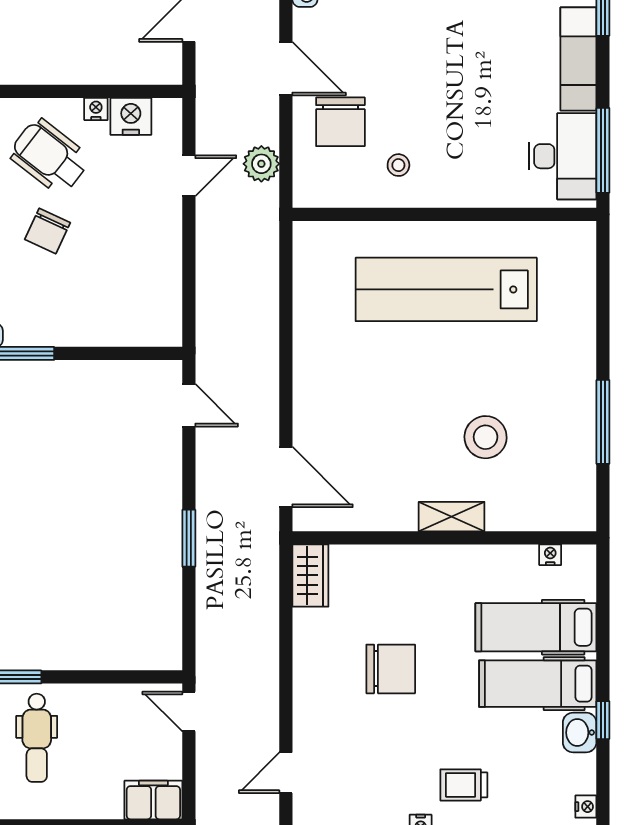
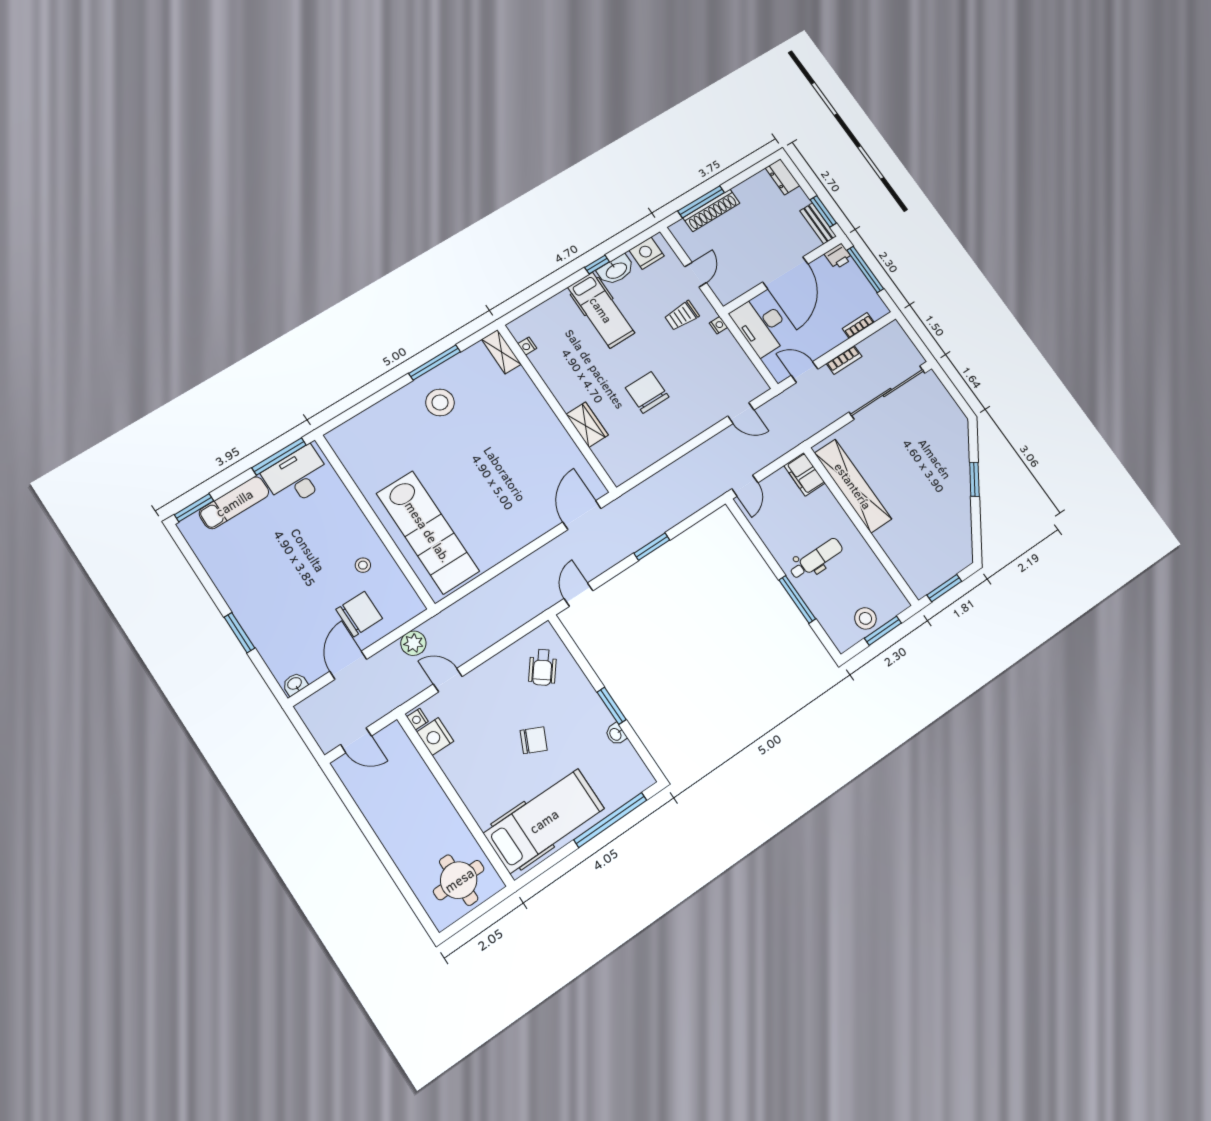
nightstand: (96, 109) -> (417, 719), moved
wheelchair: (50, 156) -> (543, 667), moved, width x0.73, depth x0.73
lab bench: (446, 289) -> (428, 532), moved
stool: (486, 437) -> (440, 402), moved
shelving: (452, 517) -> (501, 352), moved
wardrobe: (310, 575) -> (587, 425), moved, turned 90
hospital bed: (536, 627) -> (572, 330), removed
washbasin: (580, 733) -> (616, 270), width x1.38
trolley: (464, 785) -> (682, 316), turned 90
nightstand: (586, 807) -> (647, 253), width x1.89, depth x1.79

